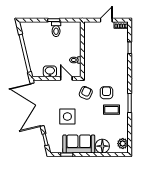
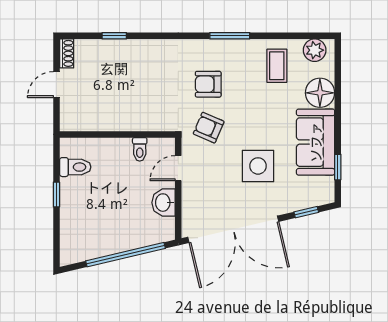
door: (106, 20) -> (56, 85), hinge flipped
toilet: (56, 29) -> (75, 167), moved
coffee table: (112, 110) -> (277, 66), moved

